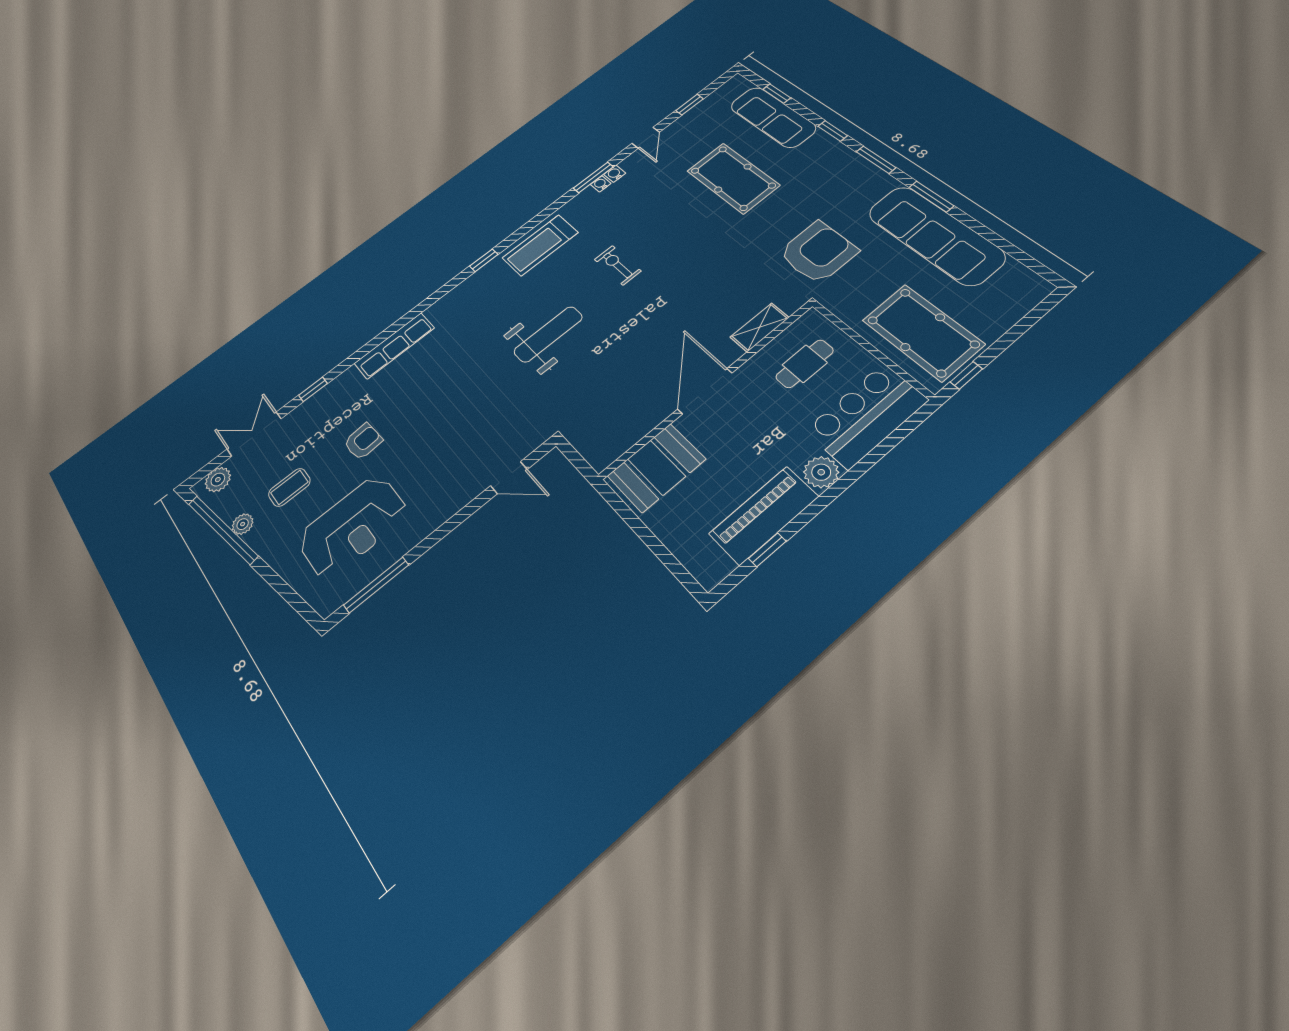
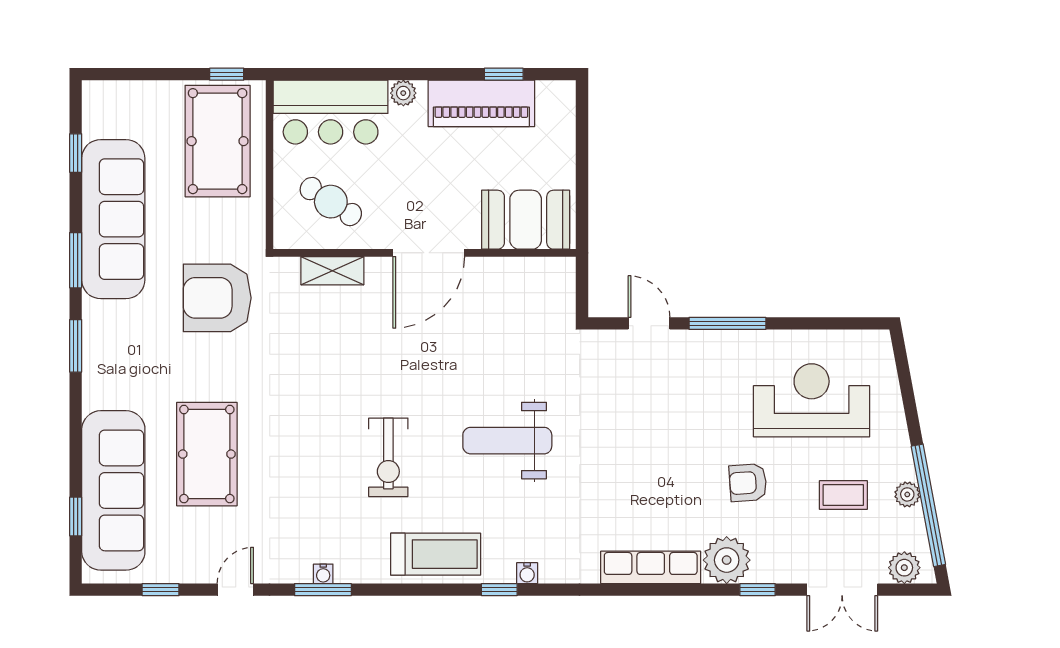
sofa: (773, 117) -> (113, 490), width x1.36, depth x1.27
window: (833, 131) -> (76, 153), moved
water cooler: (615, 174) -> (527, 573), moved
exercise bike: (618, 265) -> (388, 457), width x1.38, depth x1.39
cafe table: (805, 364) -> (331, 202), turned 33
plant: (346, 388) -> (727, 560), added
plant: (821, 472) -> (403, 93), width x0.73, depth x0.73
window: (376, 585) -> (727, 323), moved

